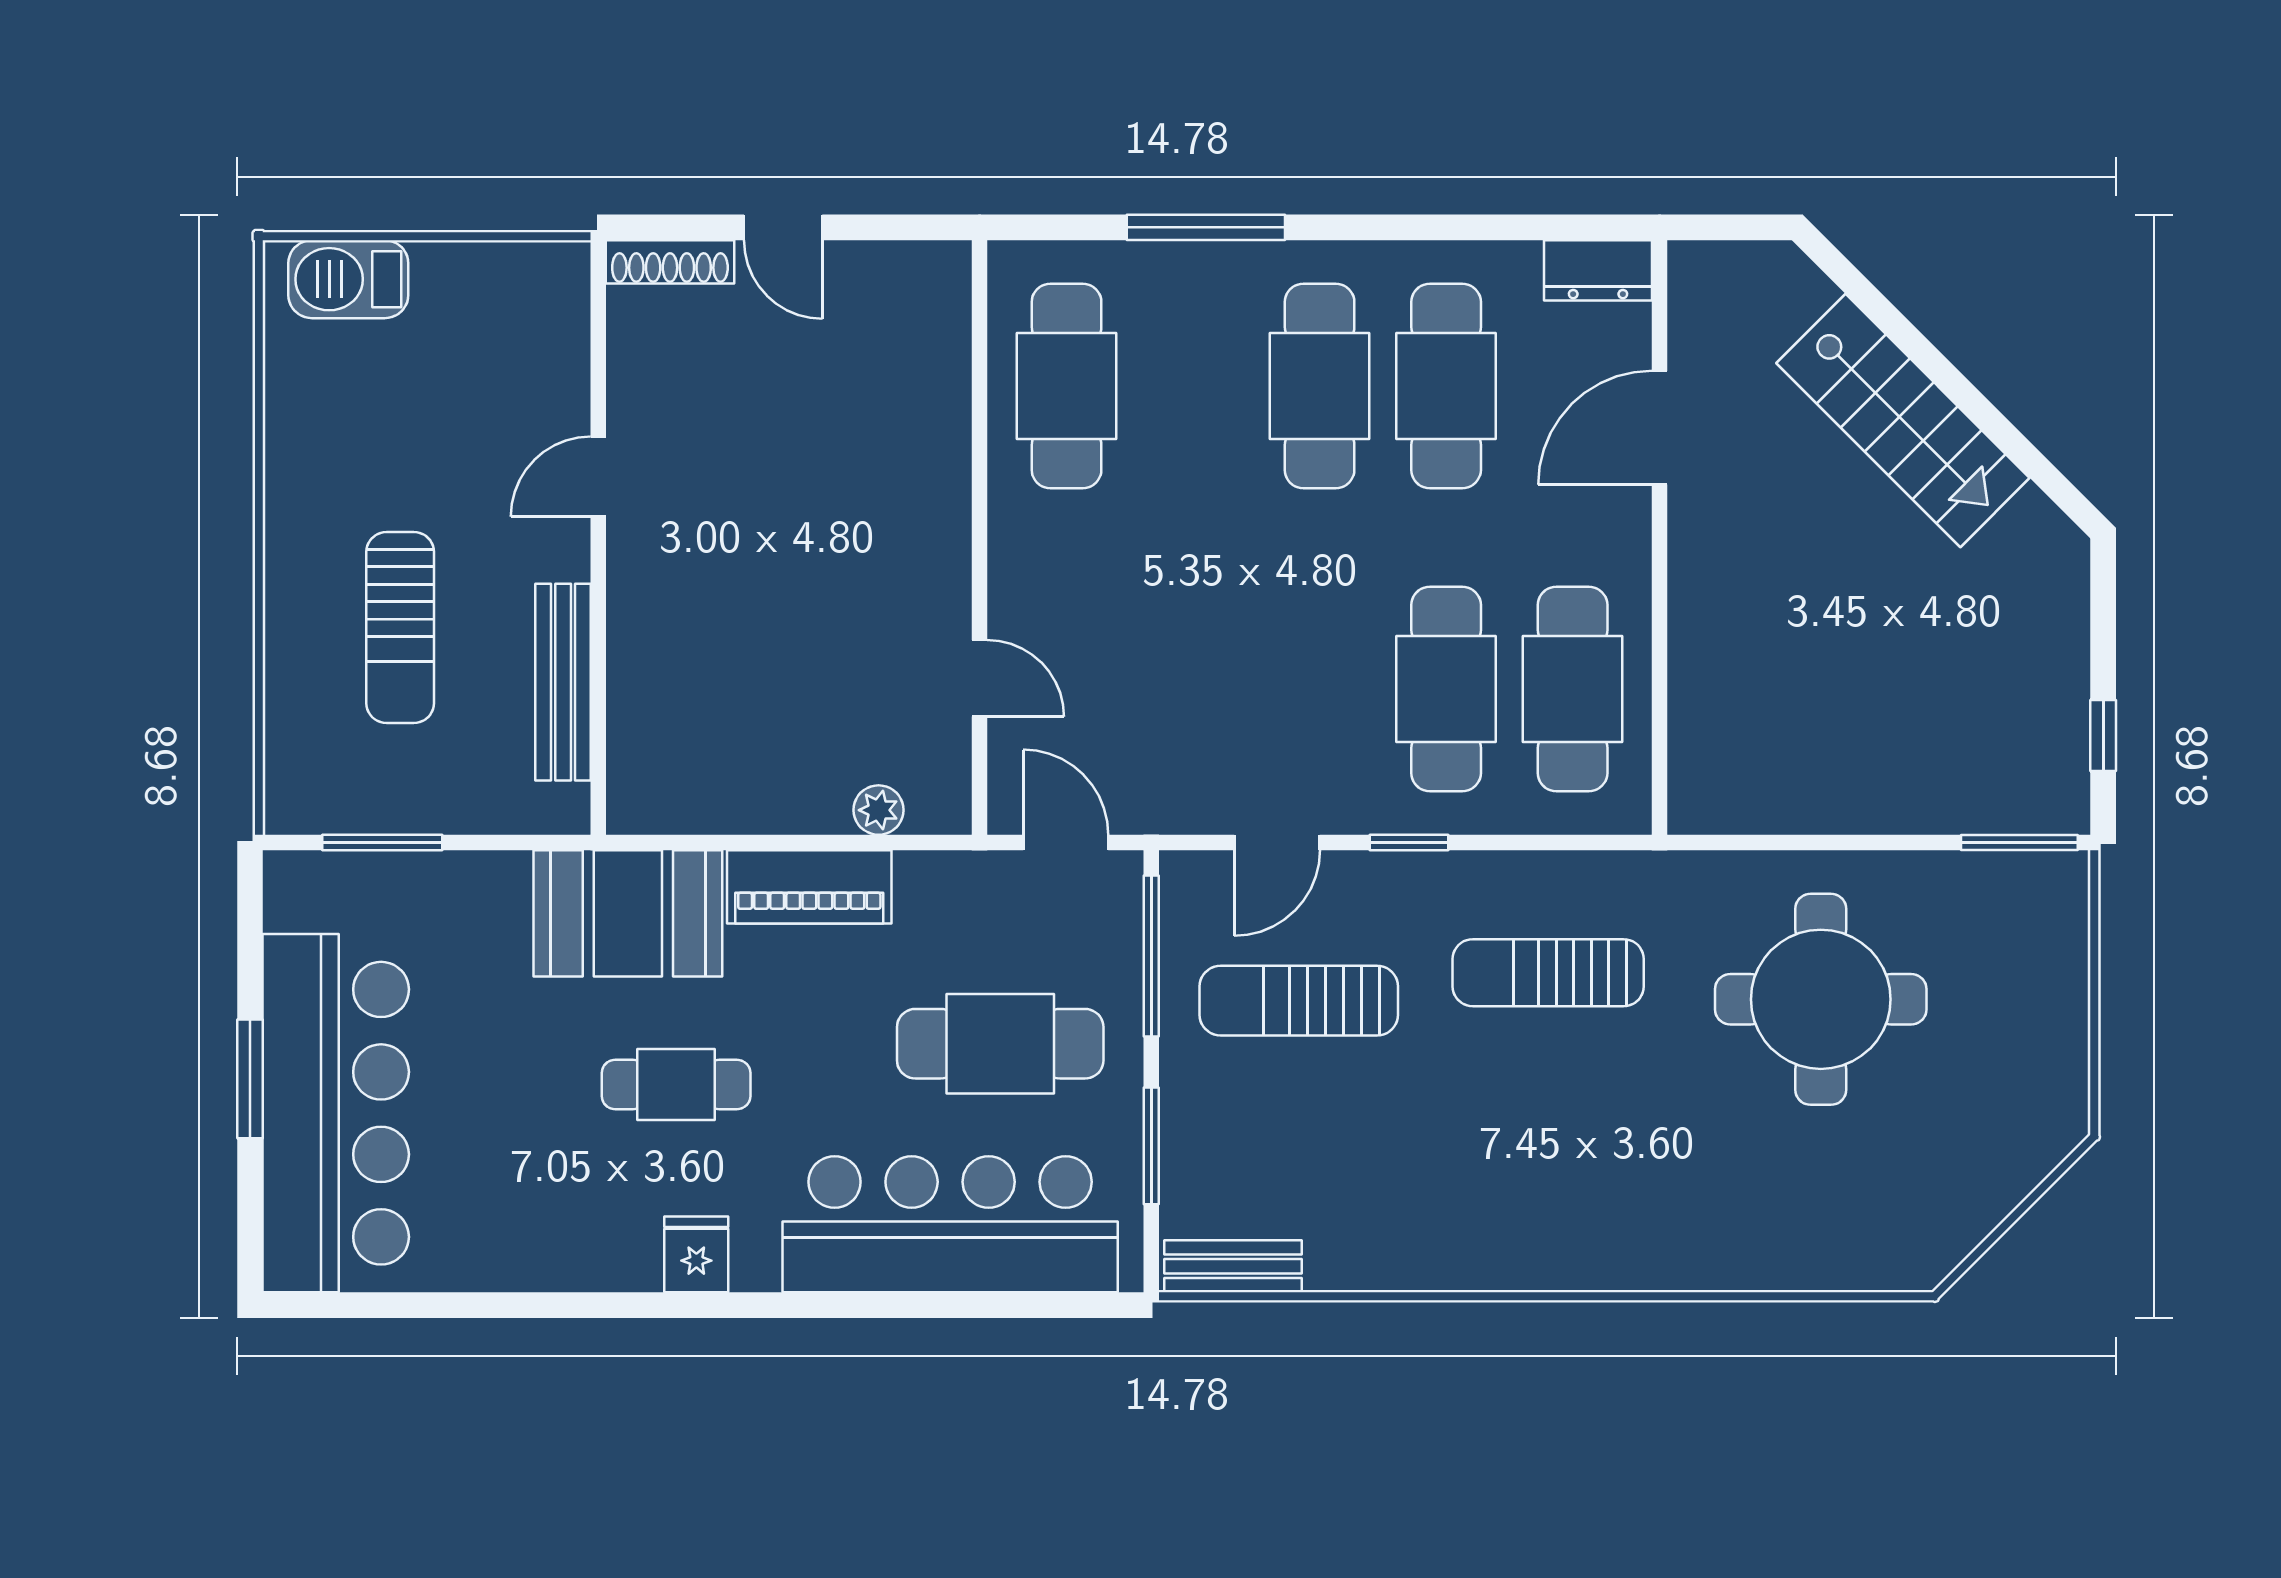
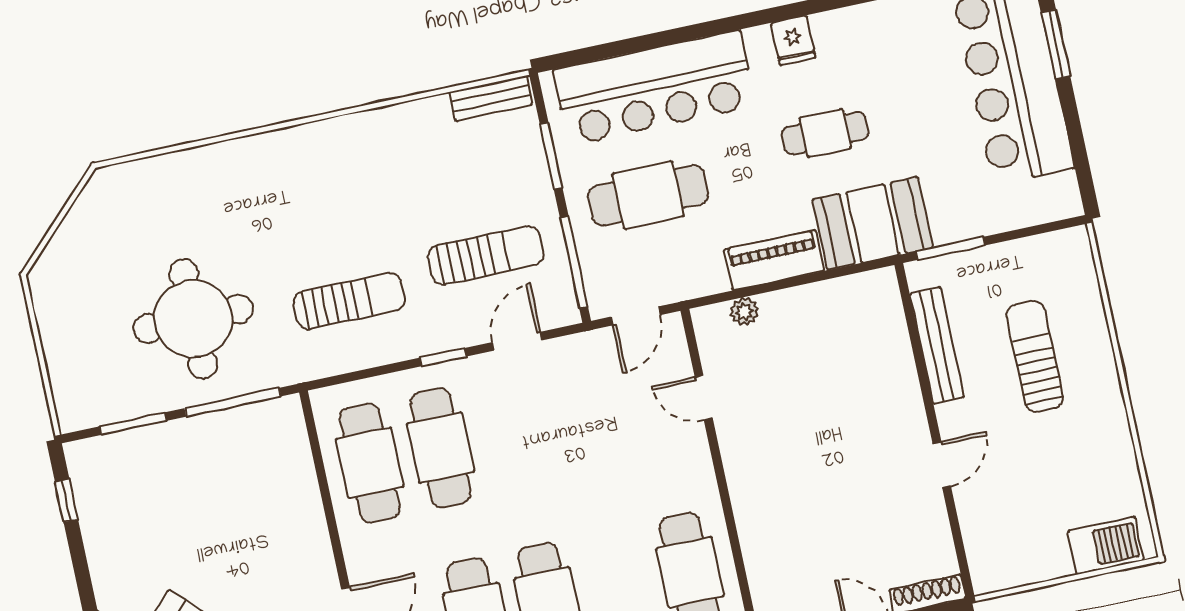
window: (382, 843) -> (950, 248), moved
door: (1066, 843) -> (636, 316), hinge flipped
window: (1784, 843) -> (233, 402), added
window: (2019, 843) -> (133, 424), moved
window: (250, 1079) -> (1056, 44), moved

